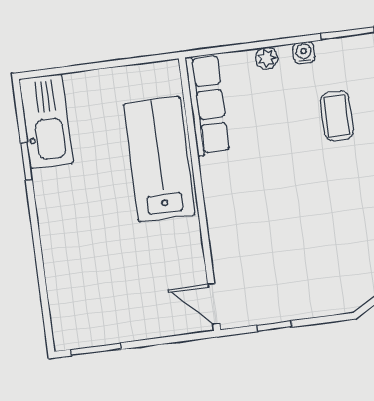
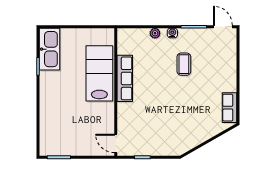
row of seats: (207, 105) -> (125, 78), moved

